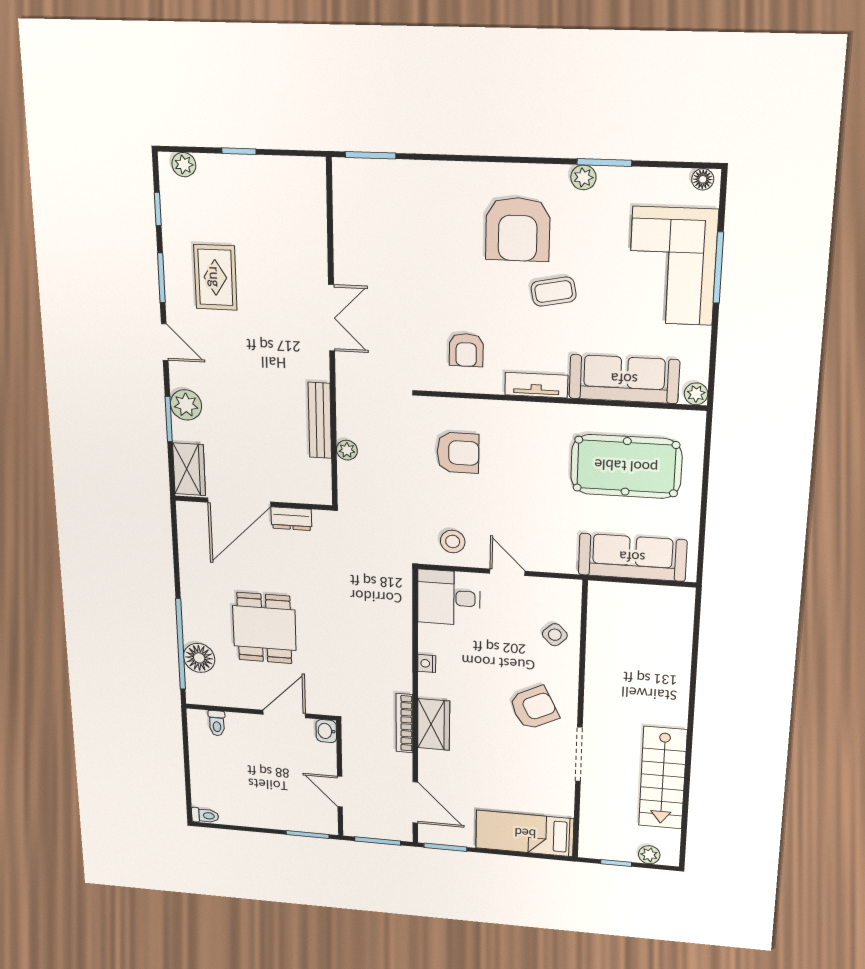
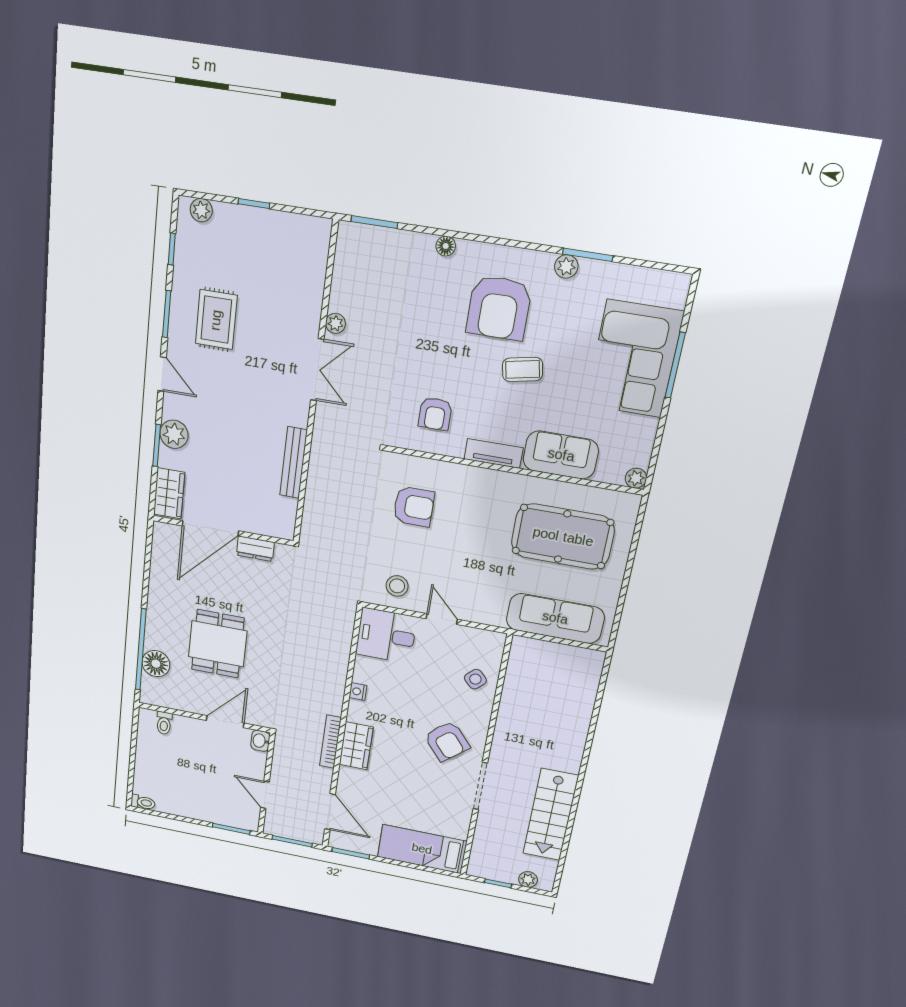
floor lamp: (703, 179) -> (446, 246), moved
sofa: (624, 379) -> (561, 455), width x0.73
plant: (347, 450) -> (335, 323), moved
armchair: (534, 708) -> (447, 741), turned 76

